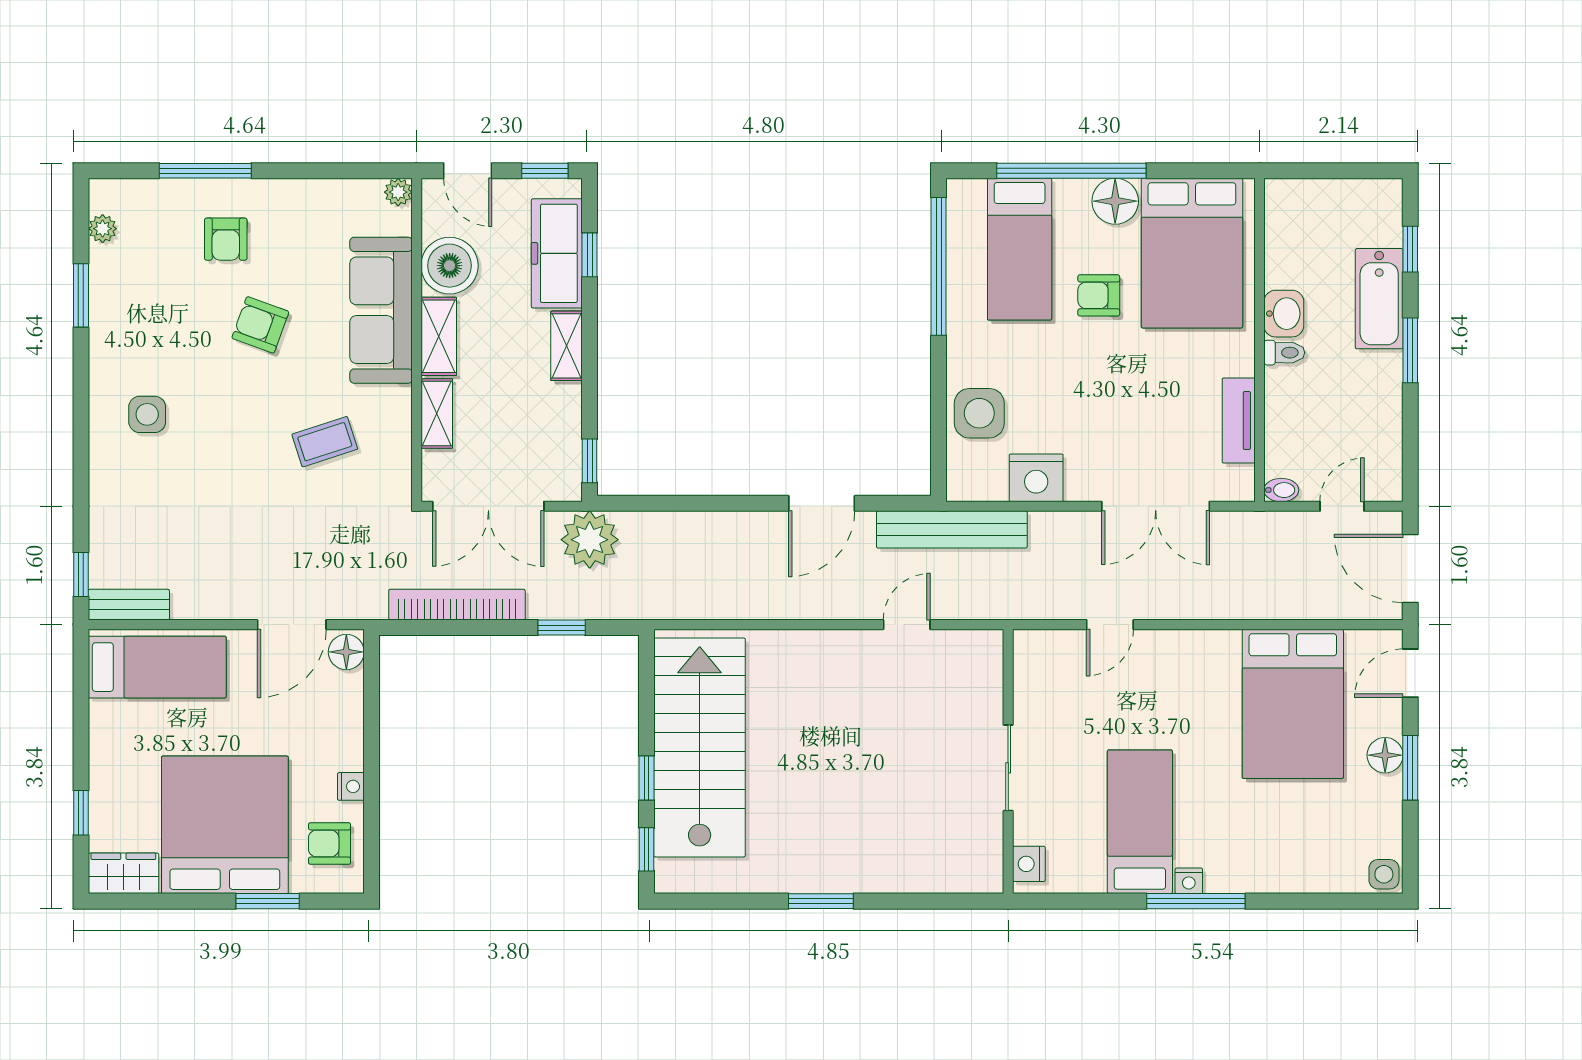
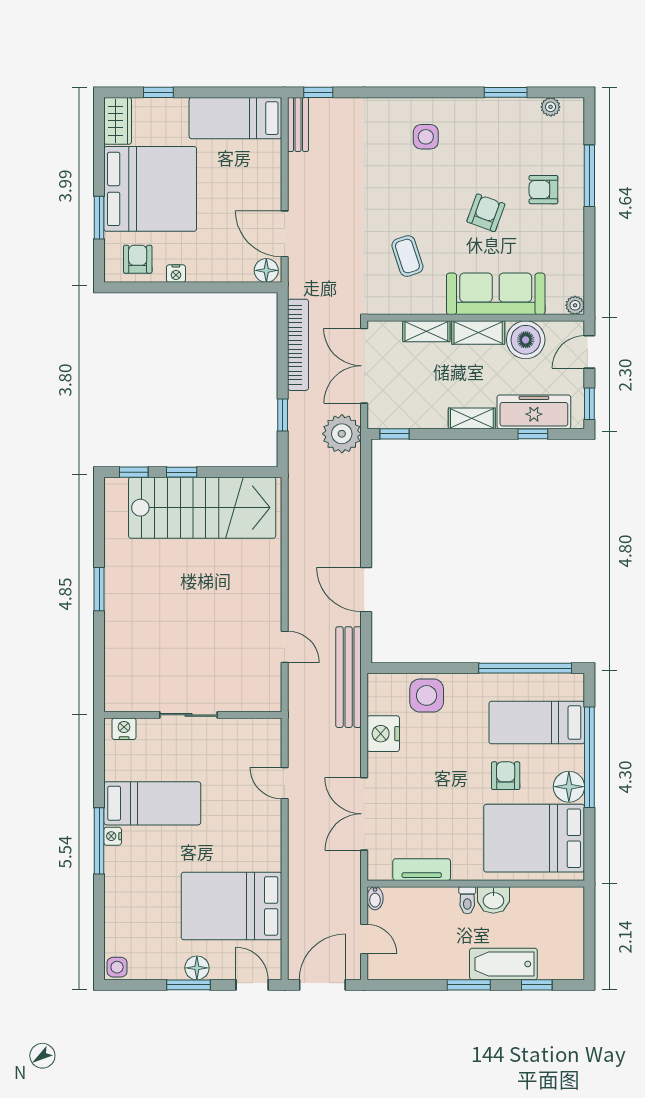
bed: (157, 667) -> (235, 118), moved, turned 90

